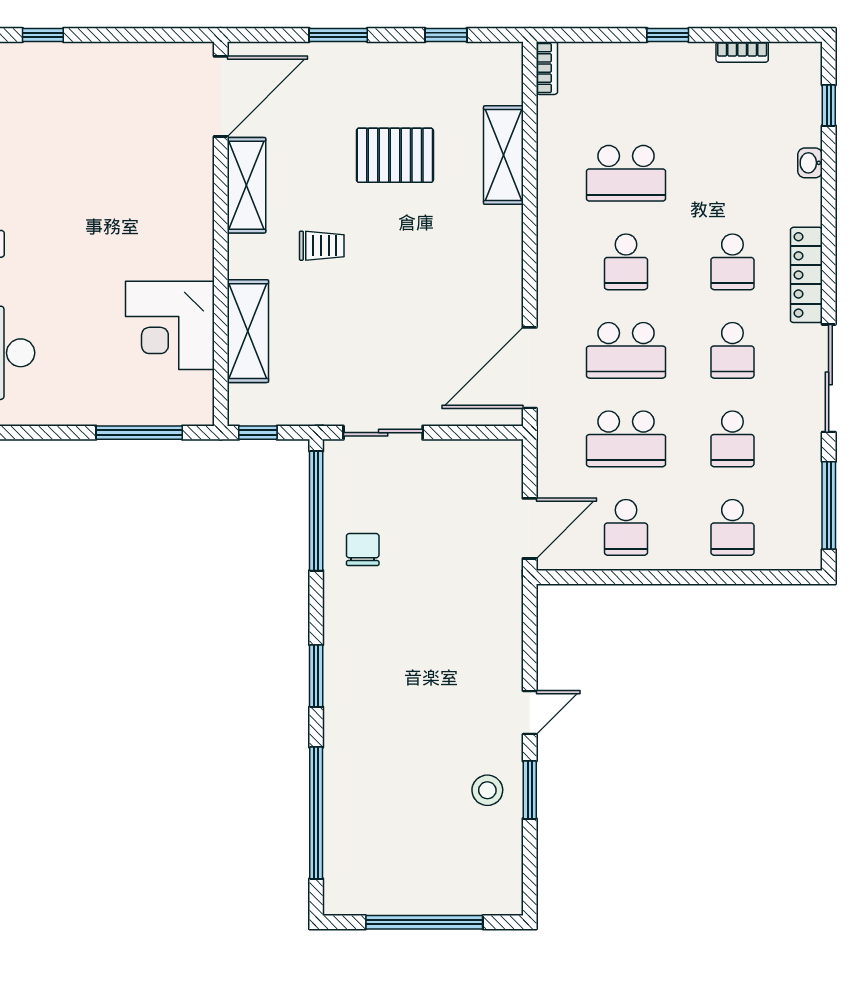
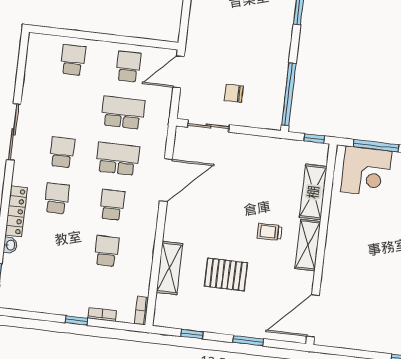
bookcase: (742, 52) -> (102, 315), moved
school desk: (626, 173) -> (107, 251), width x0.54
shelving: (246, 185) -> (308, 245), moved
locker: (806, 275) -> (16, 211), moved
corner desk: (170, 325) -> (366, 171), moved, turned 90
door: (530, 368) -> (166, 180), moved
sliding door: (383, 433) -> (208, 126), moved
school desk: (732, 439) -> (68, 106), removed
window: (829, 505) -> (21, 66), removed
chair: (363, 550) -> (234, 93), moved, turned 90

